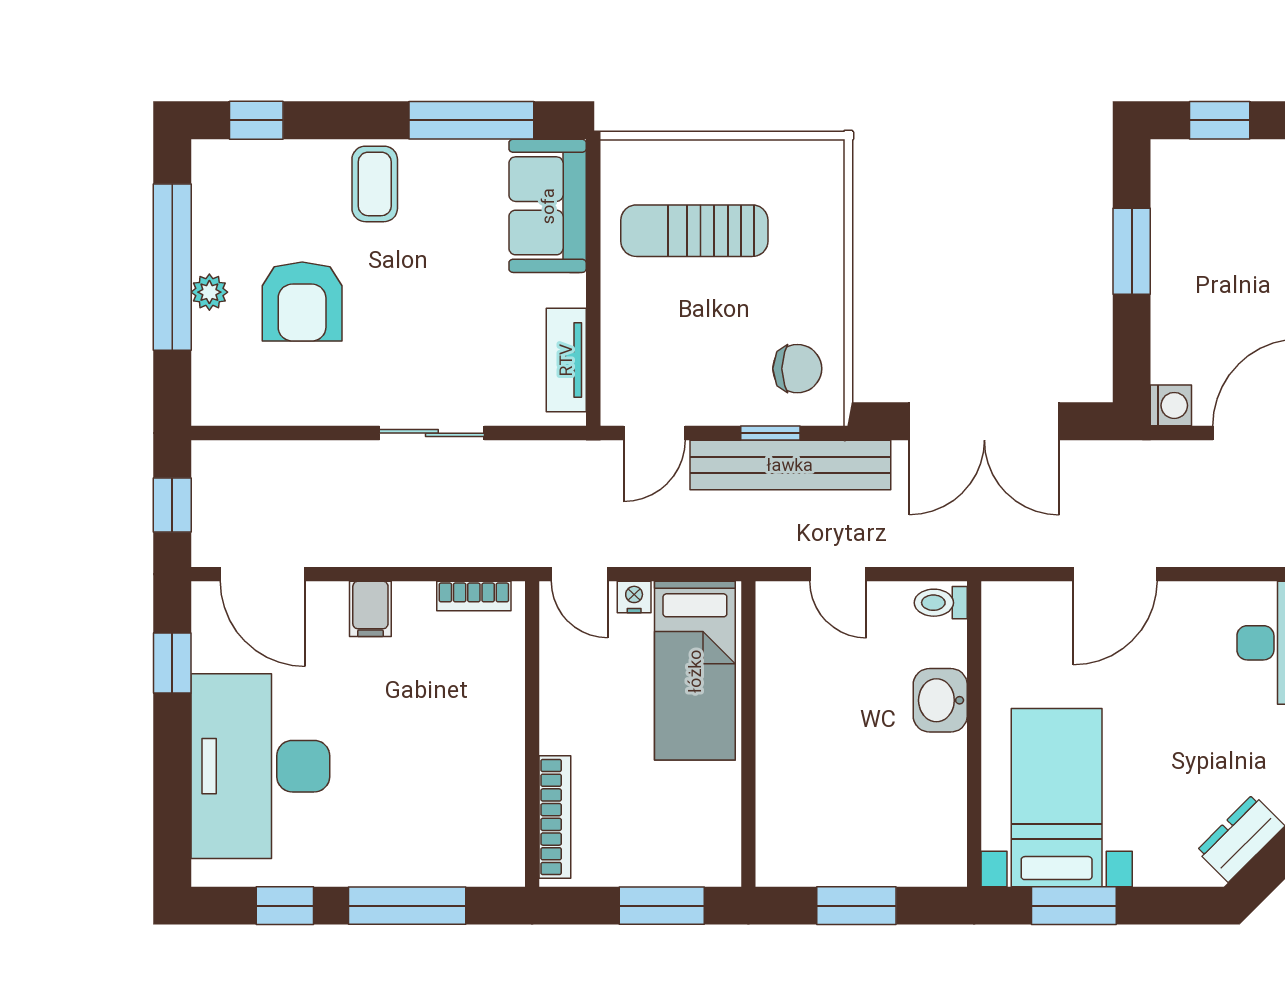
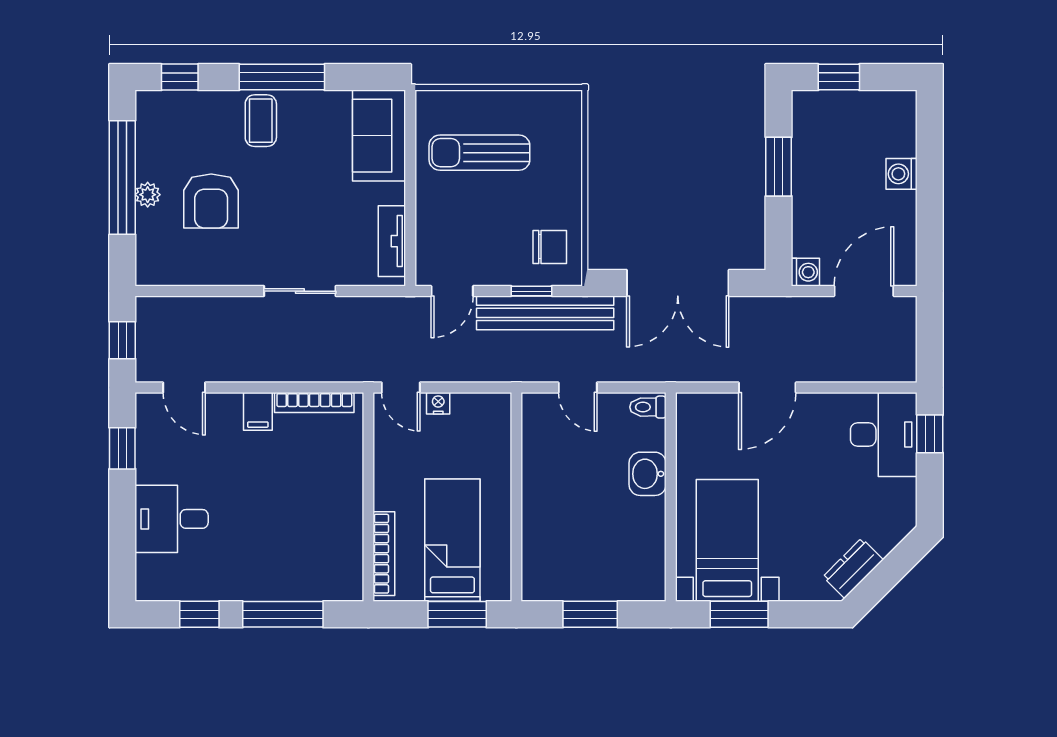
window: (471, 120) -> (282, 77), moved
door: (263, 574) -> (184, 388), width x0.73
bookcase: (474, 596) -> (314, 402), width x1.56
bed: (695, 671) -> (452, 540), moved, turned 180
desk: (260, 766) -> (172, 519), width x0.53, depth x0.77

